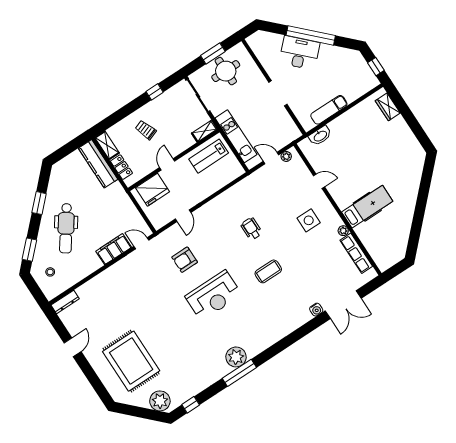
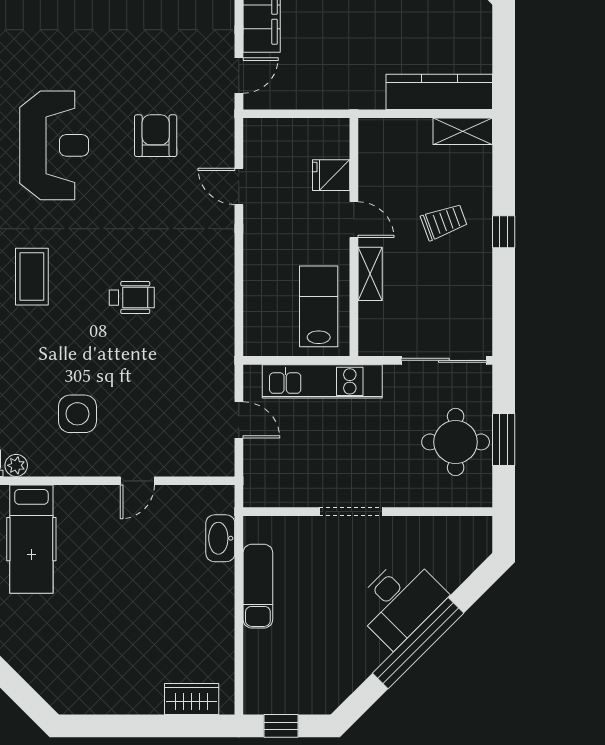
window: (155, 92) -> (504, 232), moved
shelving: (204, 131) -> (370, 274), moved
plant: (286, 156) -> (223, 450), removed
door: (271, 158) -> (239, 420), hinge flipped
locker: (121, 167) -> (404, 131), removed
fridge: (152, 190) -> (331, 175), width x0.53, depth x0.75
reception desk: (213, 295) -> (54, 145), turned 180

